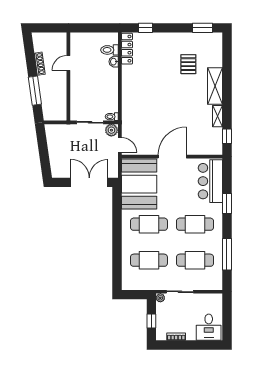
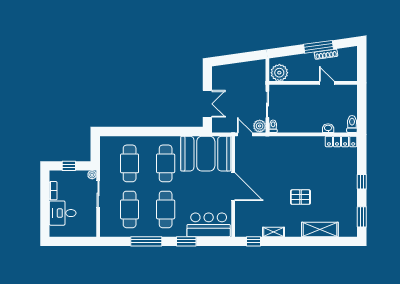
window: (145, 28) -> (362, 182), moved
toilet: (110, 50) -> (352, 124), moved
pallet: (188, 64) -> (300, 197), moved
shelving: (215, 86) -> (320, 229), moved
window: (35, 91) -> (319, 47), moved
plant: (58, 110) -> (279, 73), added
door: (120, 145) -> (245, 134), swing flipped
double door: (89, 182) -> (207, 104), width x0.73
window: (227, 254) -> (146, 241), moved
desk: (209, 327) -> (63, 213), moved

